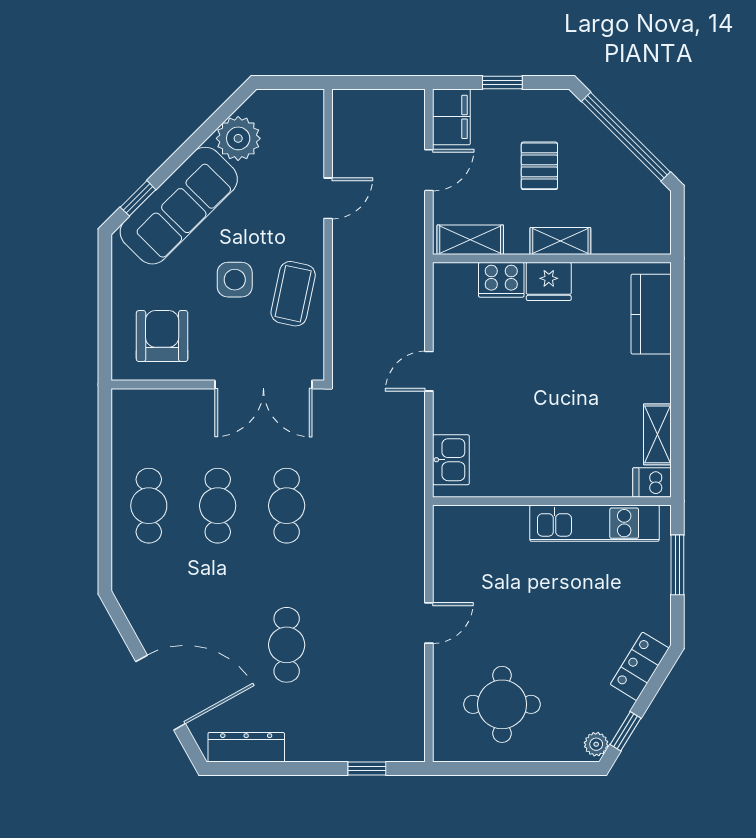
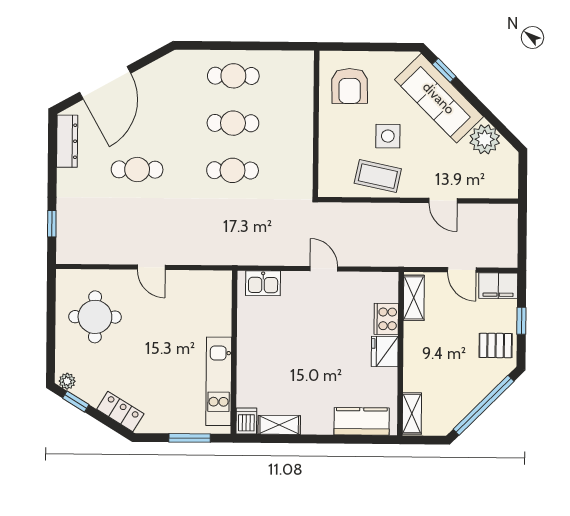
pallet: (539, 166) -> (496, 345), moved
shelving: (560, 241) -> (412, 414), moved
armchair: (162, 336) -> (350, 86), turned 89
double door: (263, 385) -> (316, 155), removed

